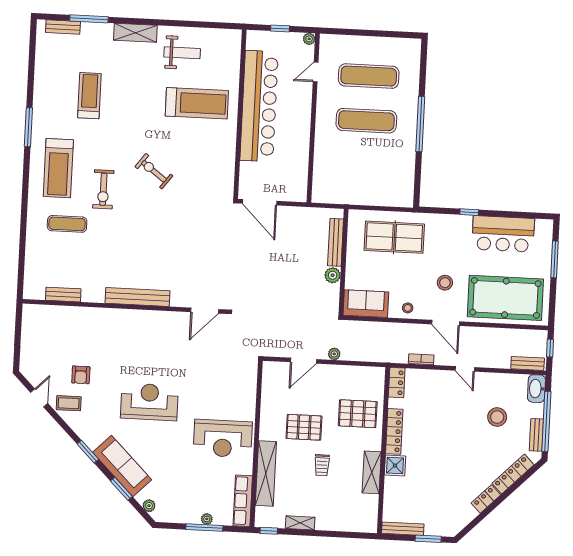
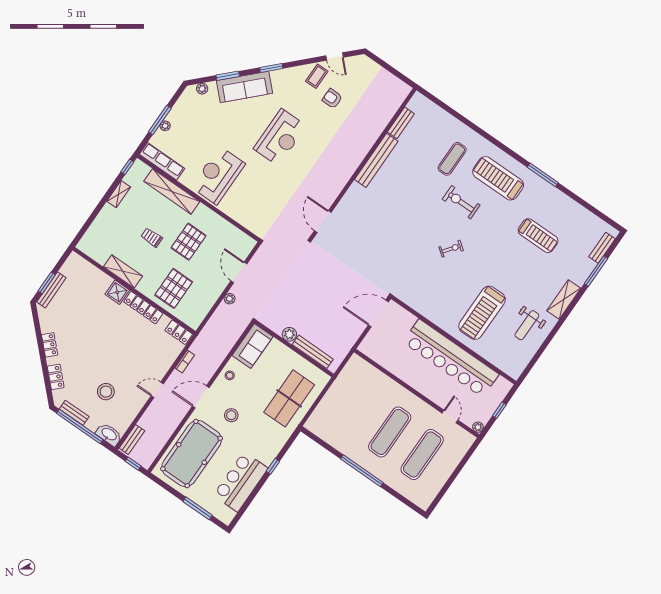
exercise bike: (154, 171) -> (451, 249), width x0.73, depth x0.72
bench: (137, 297) -> (376, 160), moved
locker: (513, 474) -> (56, 377), width x0.66
bench: (403, 529) -> (51, 290), moved

